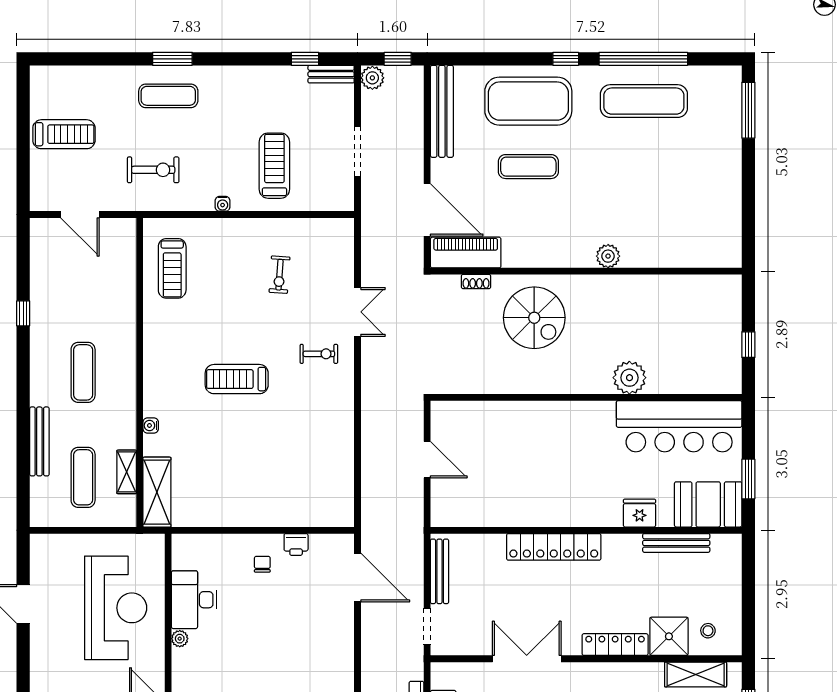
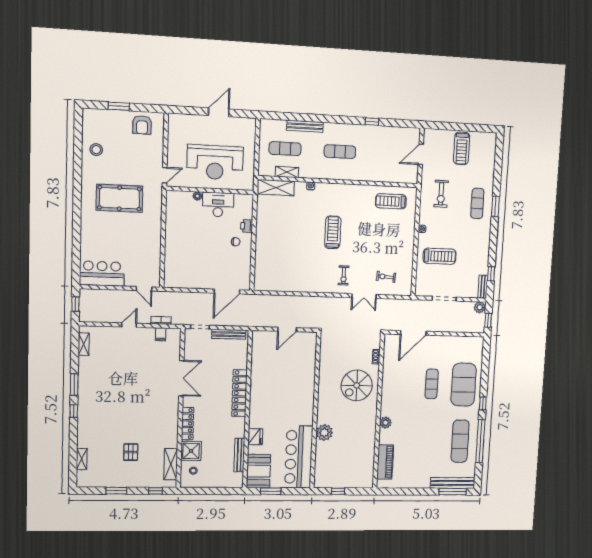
bench: (442, 111) -> (453, 483), moved
piano: (466, 253) -> (385, 462), moved
exercise bike: (279, 275) -> (386, 277), moved
printer: (296, 544) -> (247, 226), moved

